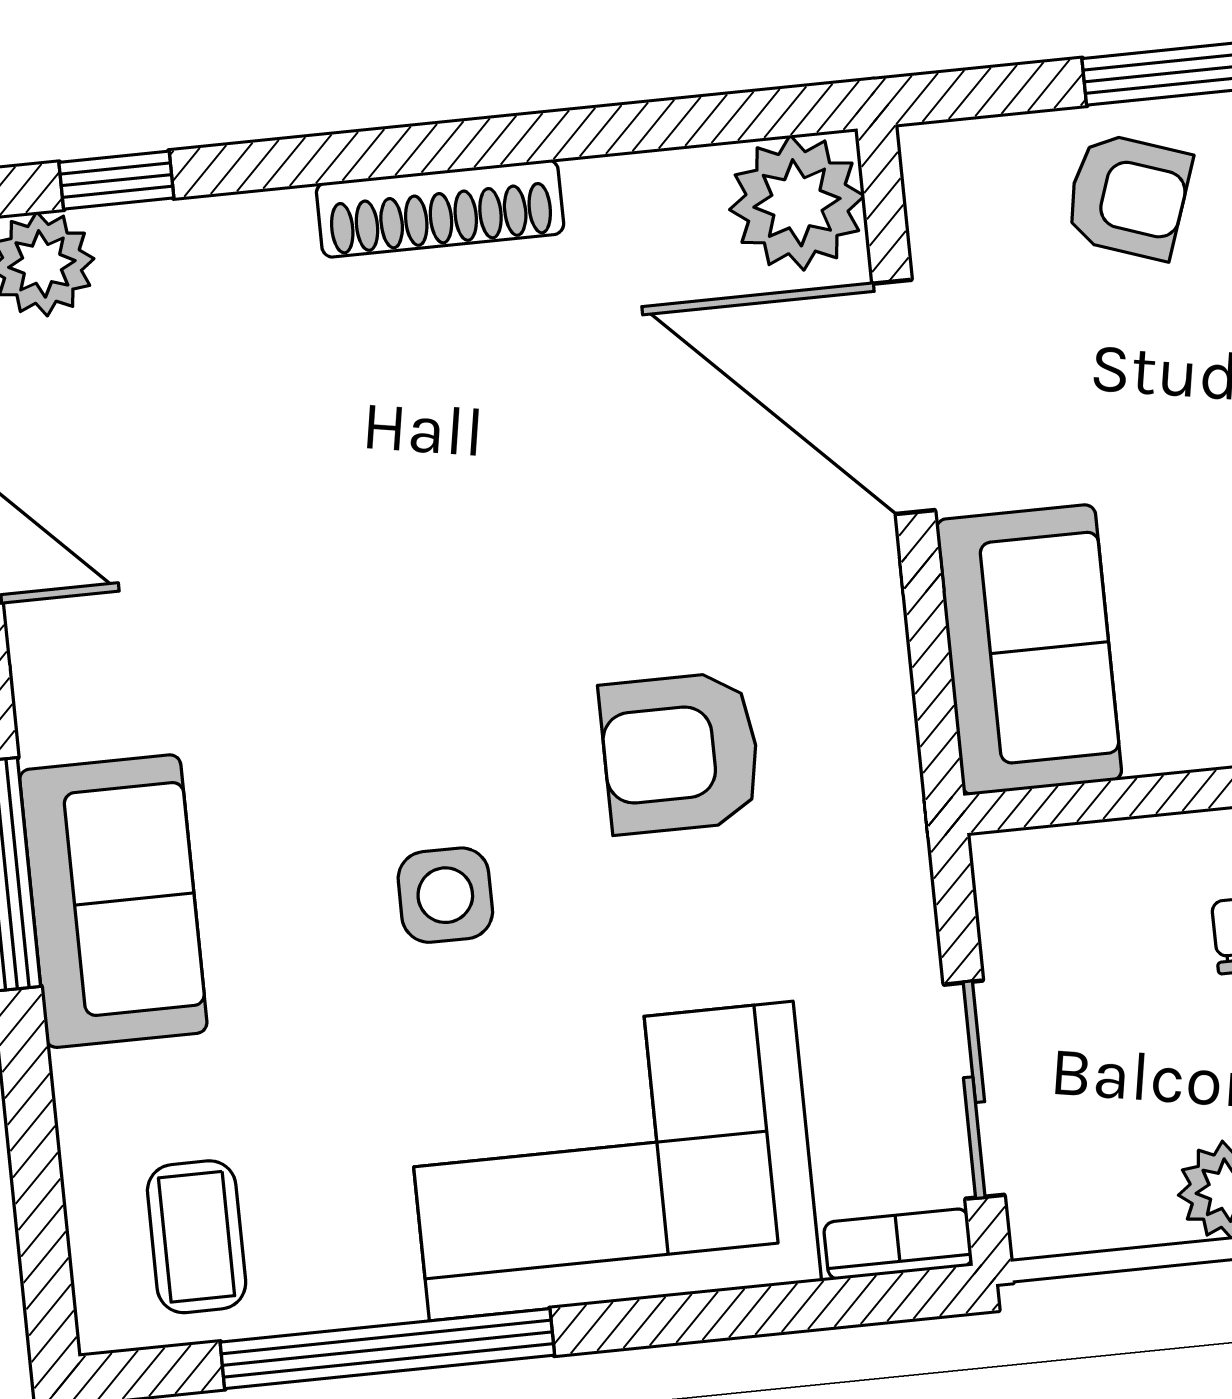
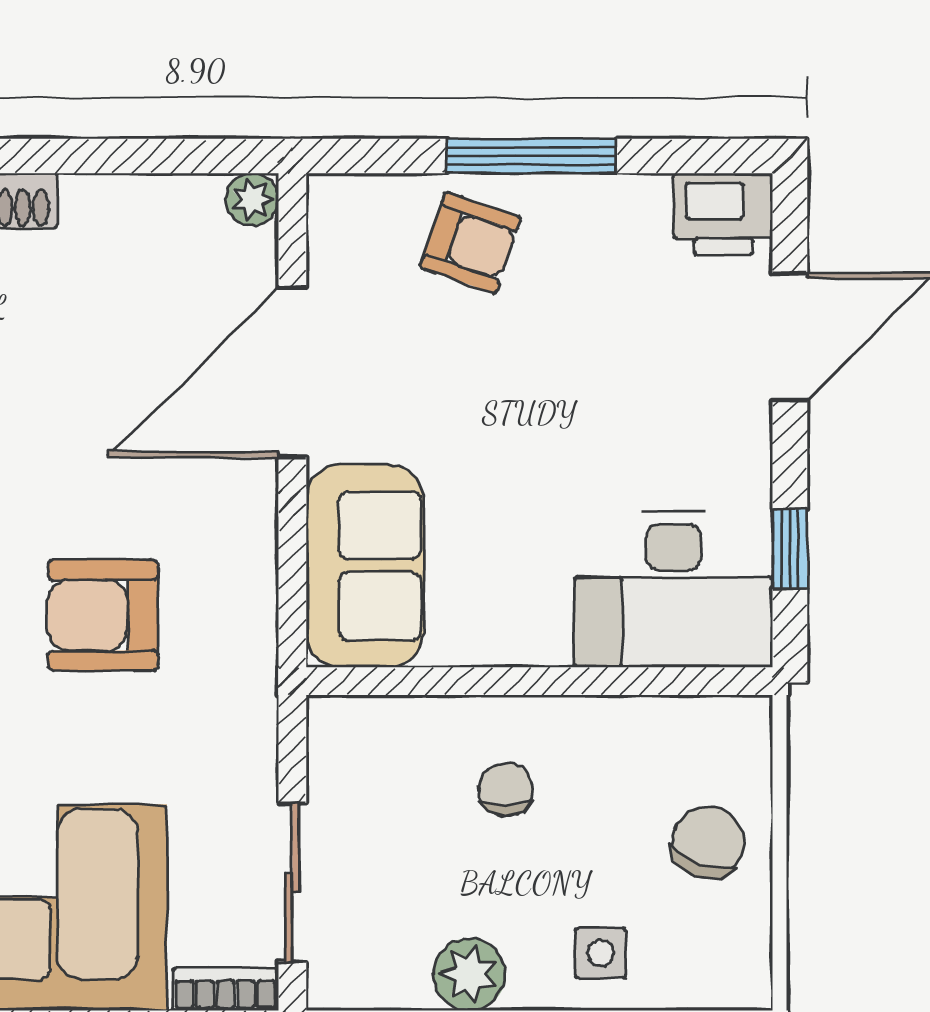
plant: (797, 203) -> (252, 200), width x0.53, depth x0.53
door: (904, 397) -> (292, 372), hinge flipped

